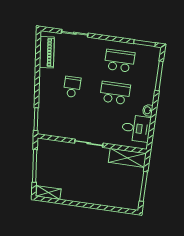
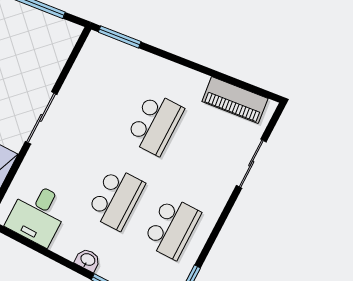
school desk: (72, 87) -> (155, 124), width x1.85
washbasin: (148, 110) -> (88, 260), moved

